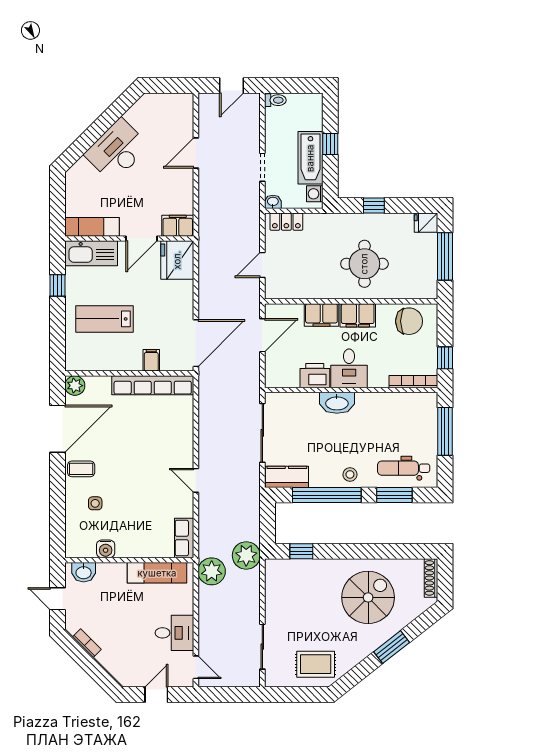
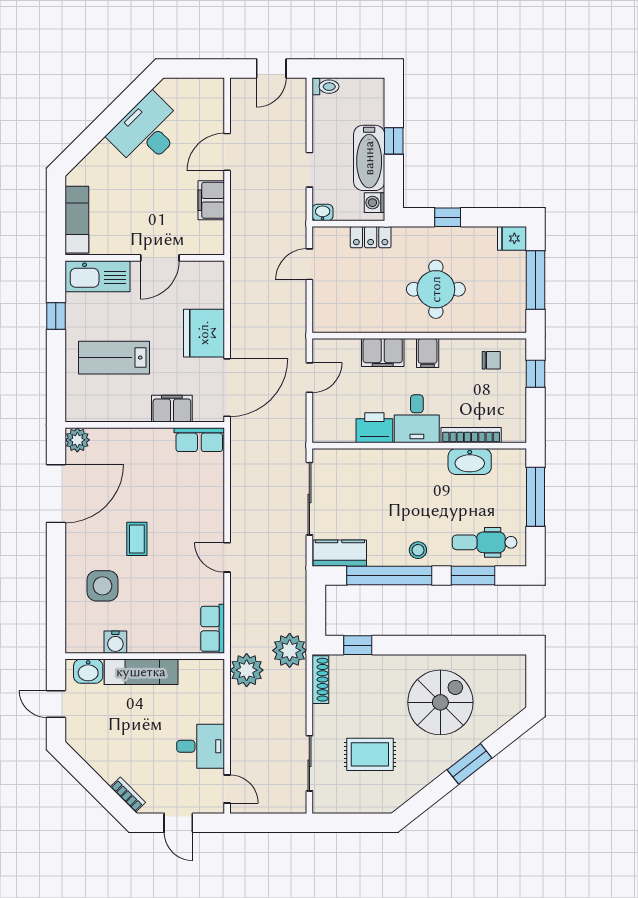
desk: (117, 150) -> (147, 131), moved
locker: (286, 222) -> (371, 237), moved
filing cabinet: (178, 226) -> (211, 200), moved, turned -90
exam couch: (92, 227) -> (77, 220), moved, turned 90
fridge: (177, 260) -> (204, 333), moved
door: (262, 265) -> (309, 264), moved
filing cabinet: (358, 315) -> (428, 353), width x0.50
chair: (409, 321) -> (491, 360), width x0.54, depth x0.54
door: (262, 335) -> (309, 378), width x0.73
window: (445, 358) -> (536, 374), moved
filing cabinet: (151, 360) -> (172, 409), width x2.00
bookcase: (413, 382) -> (471, 435), moved
row of seats: (153, 385) -> (199, 440), width x0.50
washbasin: (337, 403) -> (470, 461), moved
coffee table: (81, 469) -> (137, 539), moved, turned 90
side table: (95, 503) -> (102, 586), width x1.87, depth x1.87
exam couch: (157, 573) -> (141, 672), moved
shoe rack: (431, 578) -> (320, 680), moved, turned 180
bookcase: (87, 643) -> (128, 795), moved
rug: (316, 664) -> (370, 754), moved
door: (156, 695) -> (178, 823), swing flipped

